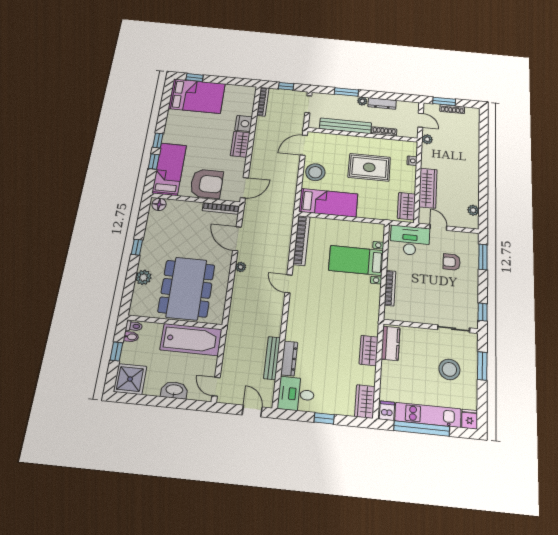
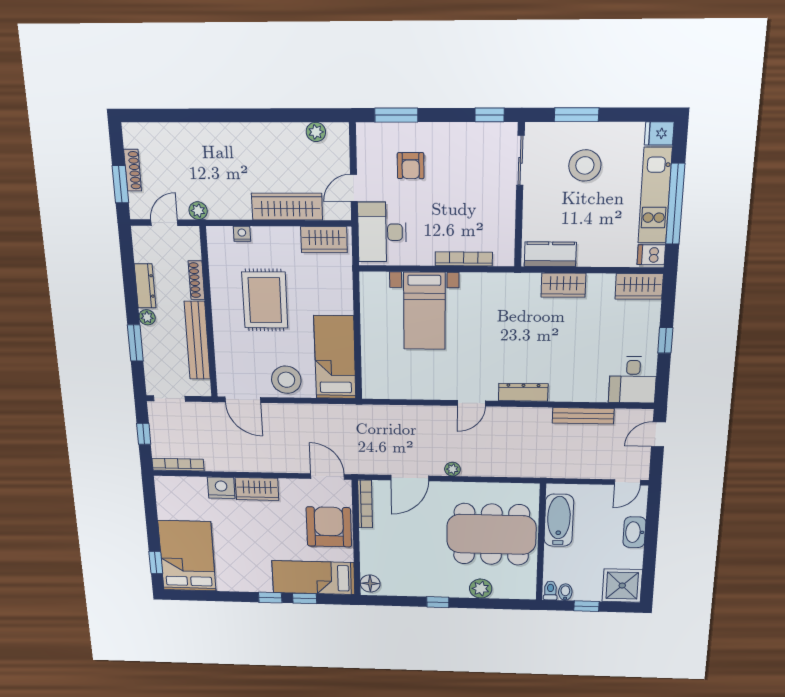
bookcase: (301, 240) -> (401, 391), removed
bathtub: (191, 340) -> (559, 520), width x0.73, depth x0.73
dresser: (289, 358) -> (523, 392), moved

